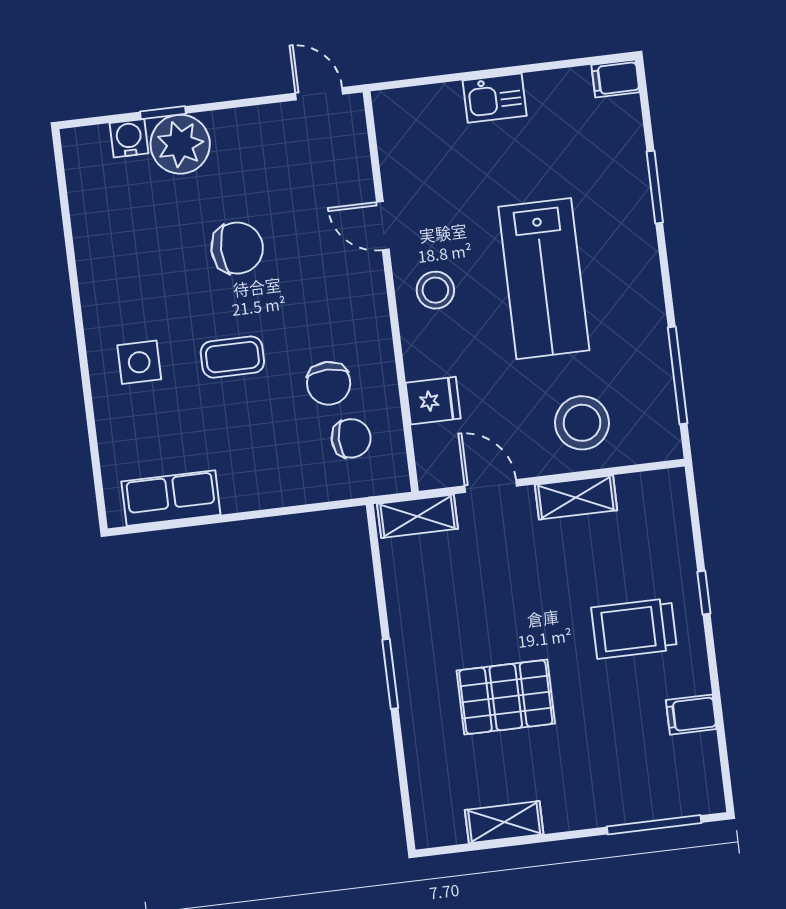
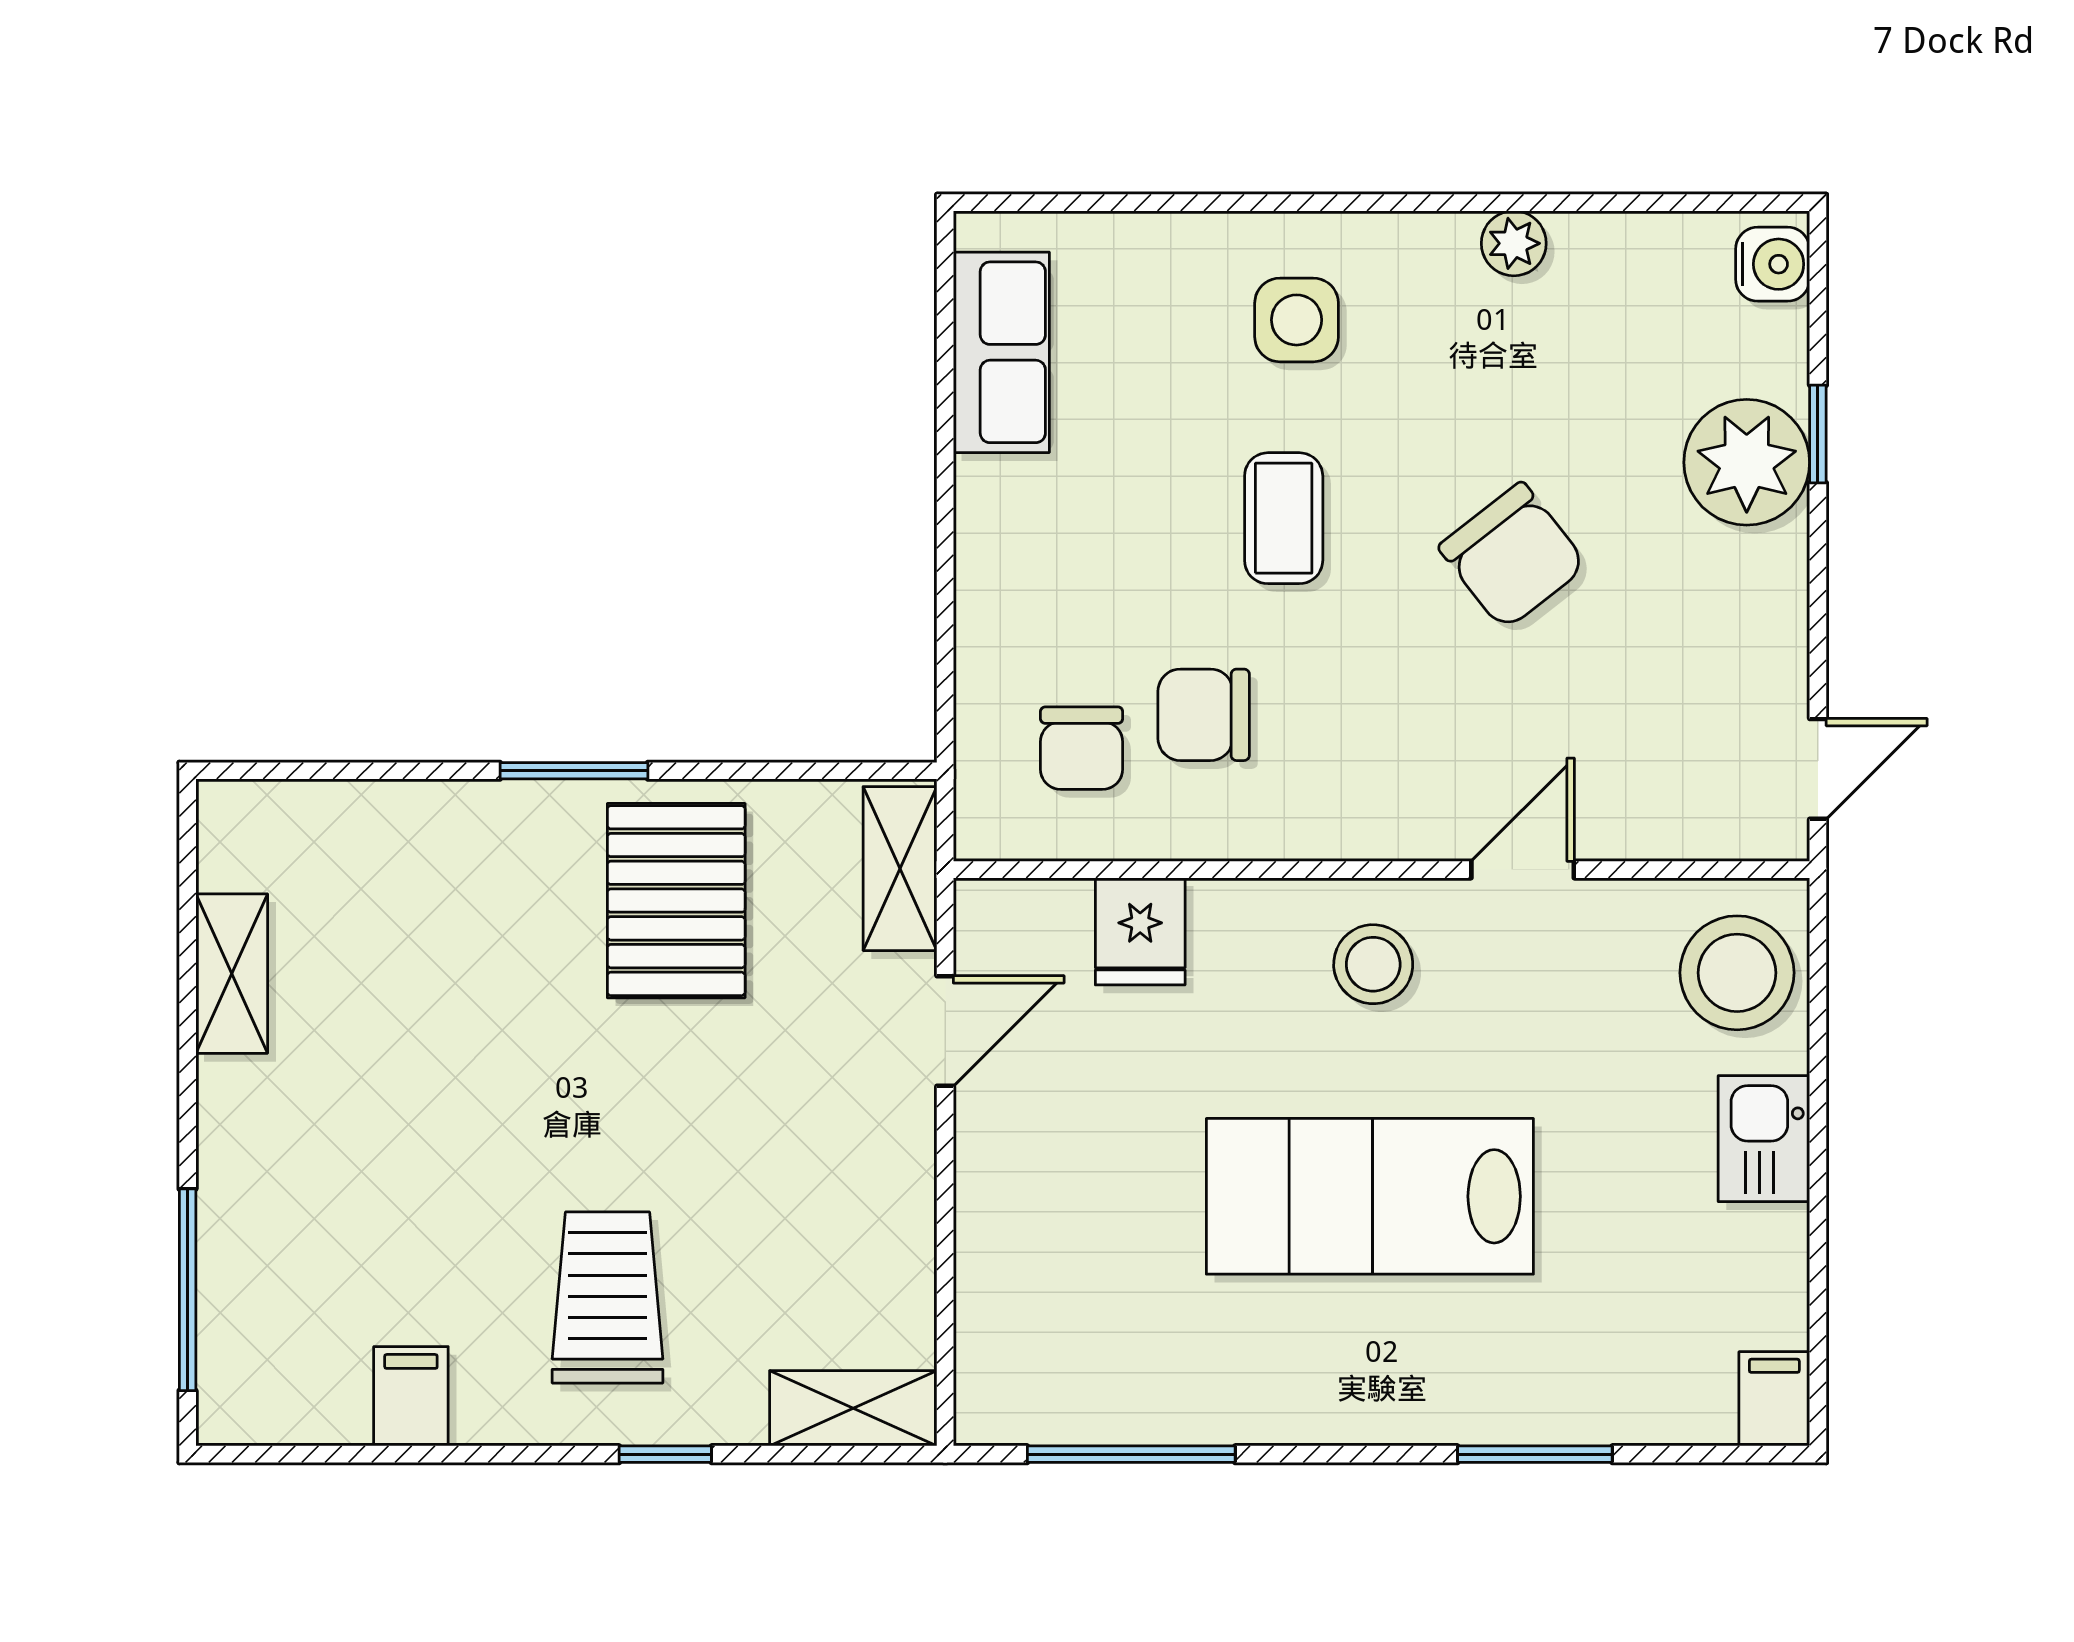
water cooler: (129, 138) -> (1773, 264), moved
chair: (237, 248) -> (1513, 556), turned -38
plant: (91, 265) -> (1514, 243), added
stool: (582, 423) -> (1737, 973), moved
shelving: (576, 497) -> (853, 1408), moved, turned 90
pallet: (506, 697) -> (676, 901), moved

